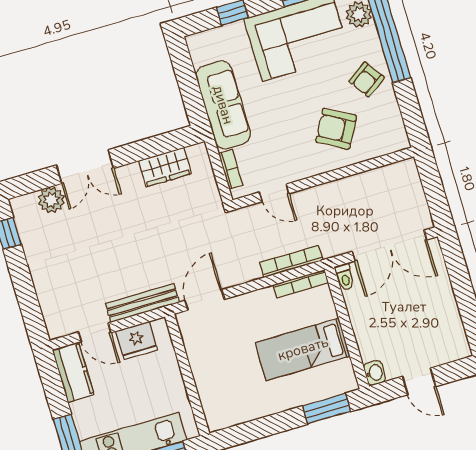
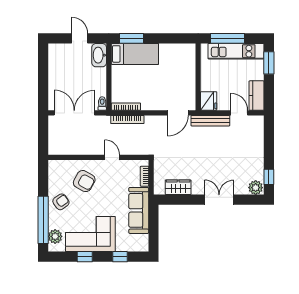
door: (274, 193) -> (112, 157), moved
plant: (51, 200) -> (256, 188), moved
fridge: (137, 340) -> (209, 101), moved, turned 90
bed: (303, 349) -> (135, 54), moved
washbasin: (375, 373) -> (99, 55), width x1.91, depth x1.45

